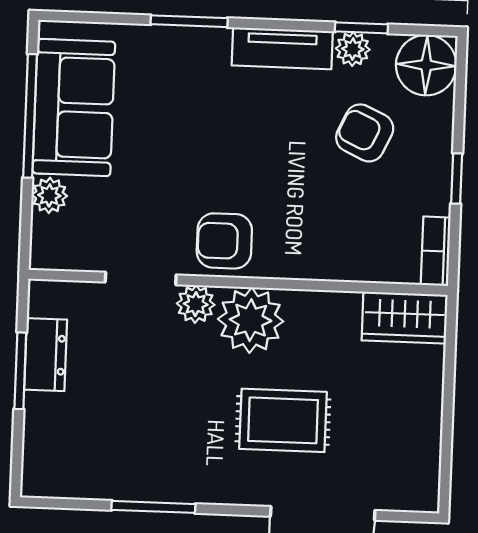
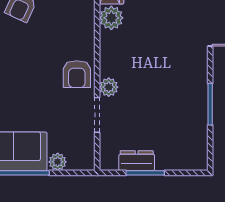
plant: (251, 320) -> (111, 18), moved, width x0.73, depth x0.73
rug: (283, 420) -> (165, 42), removed

